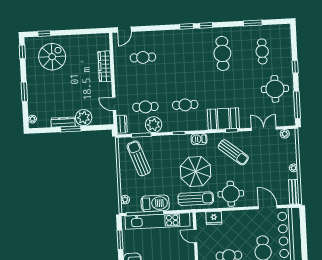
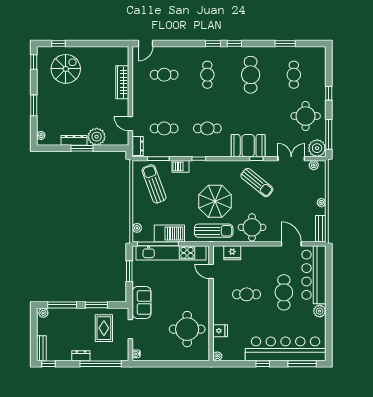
cafe table: (183, 55) -> (207, 75), added
plant: (154, 125) -> (317, 148), moved
barbecue: (199, 139) -> (181, 166), moved

